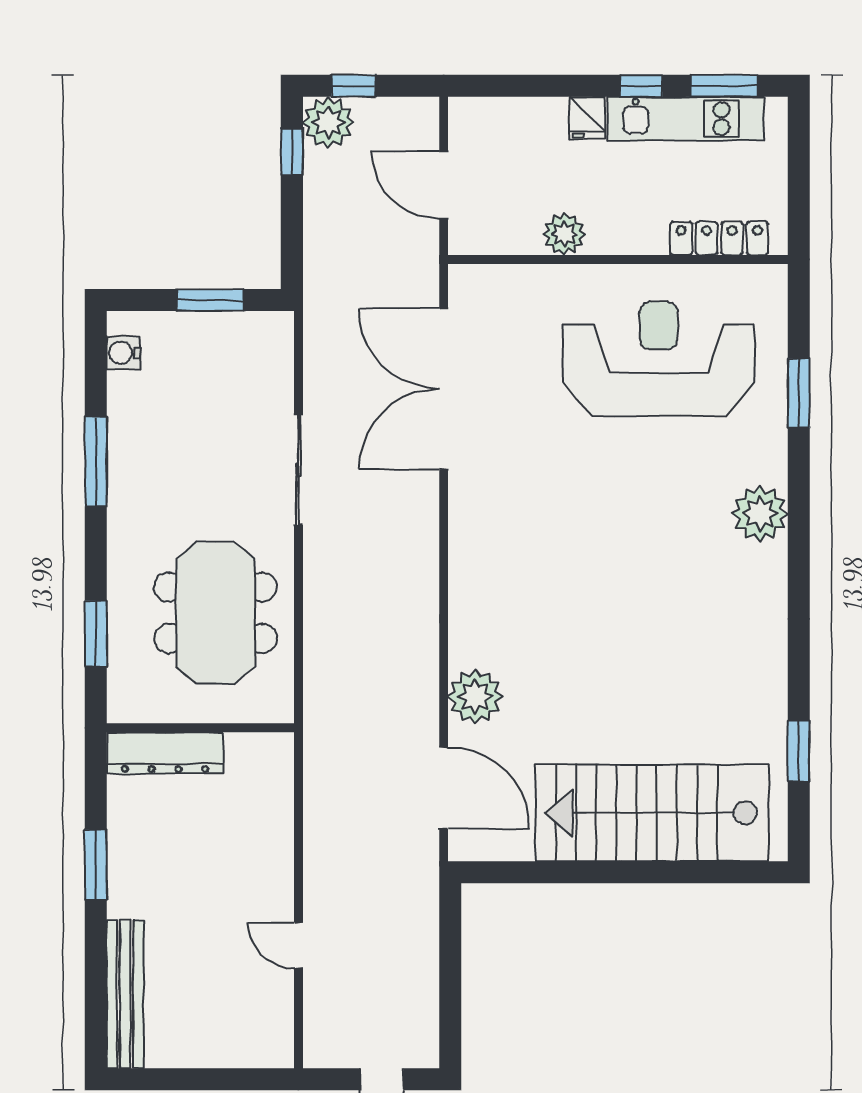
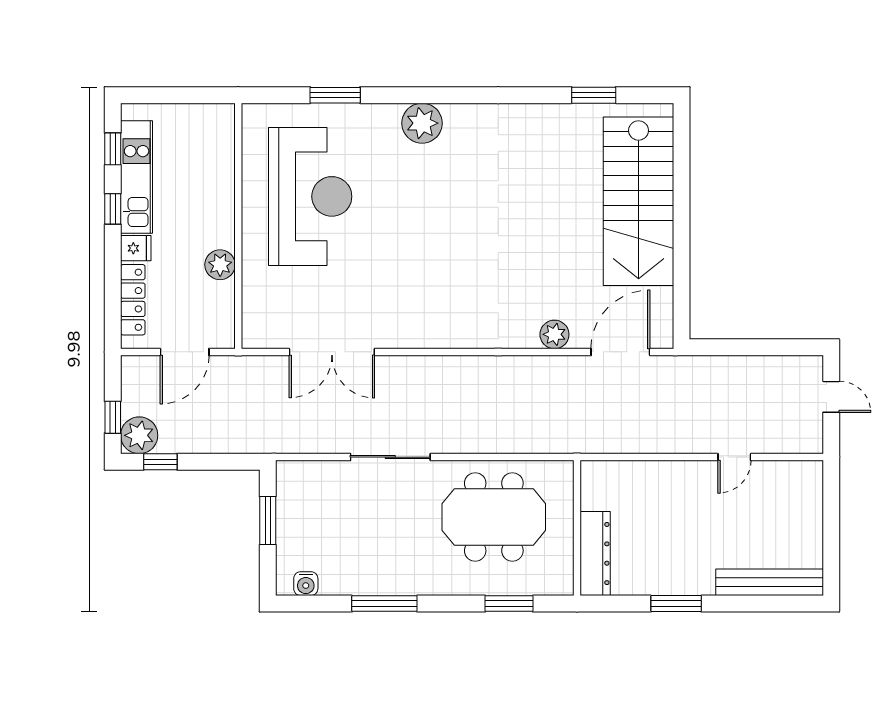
window: (724, 86) -> (113, 149), width x0.67
locker: (719, 238) -> (133, 300), moved, turned 180
reception desk: (659, 359) -> (310, 196), turned 180
double door: (444, 389) -> (332, 352), width x0.73
plant: (475, 697) -> (554, 334), width x0.73, depth x0.73

